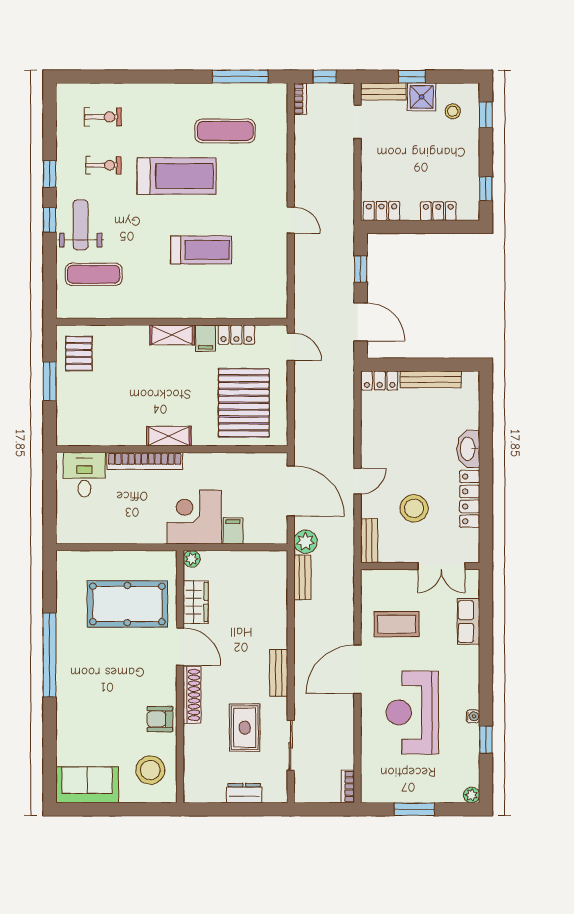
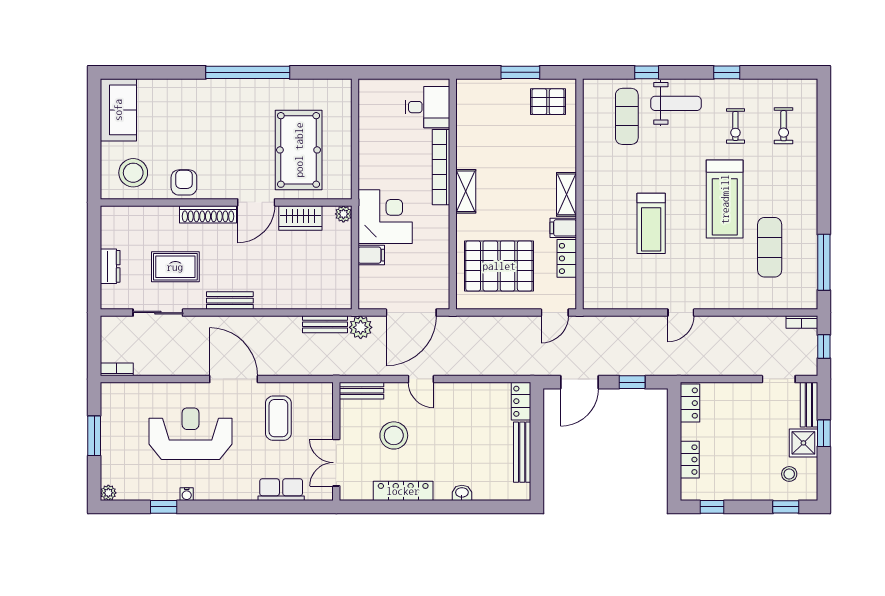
window: (50, 220) -> (647, 72), moved
washbasin: (468, 449) -> (462, 493), width x0.52, depth x0.69

